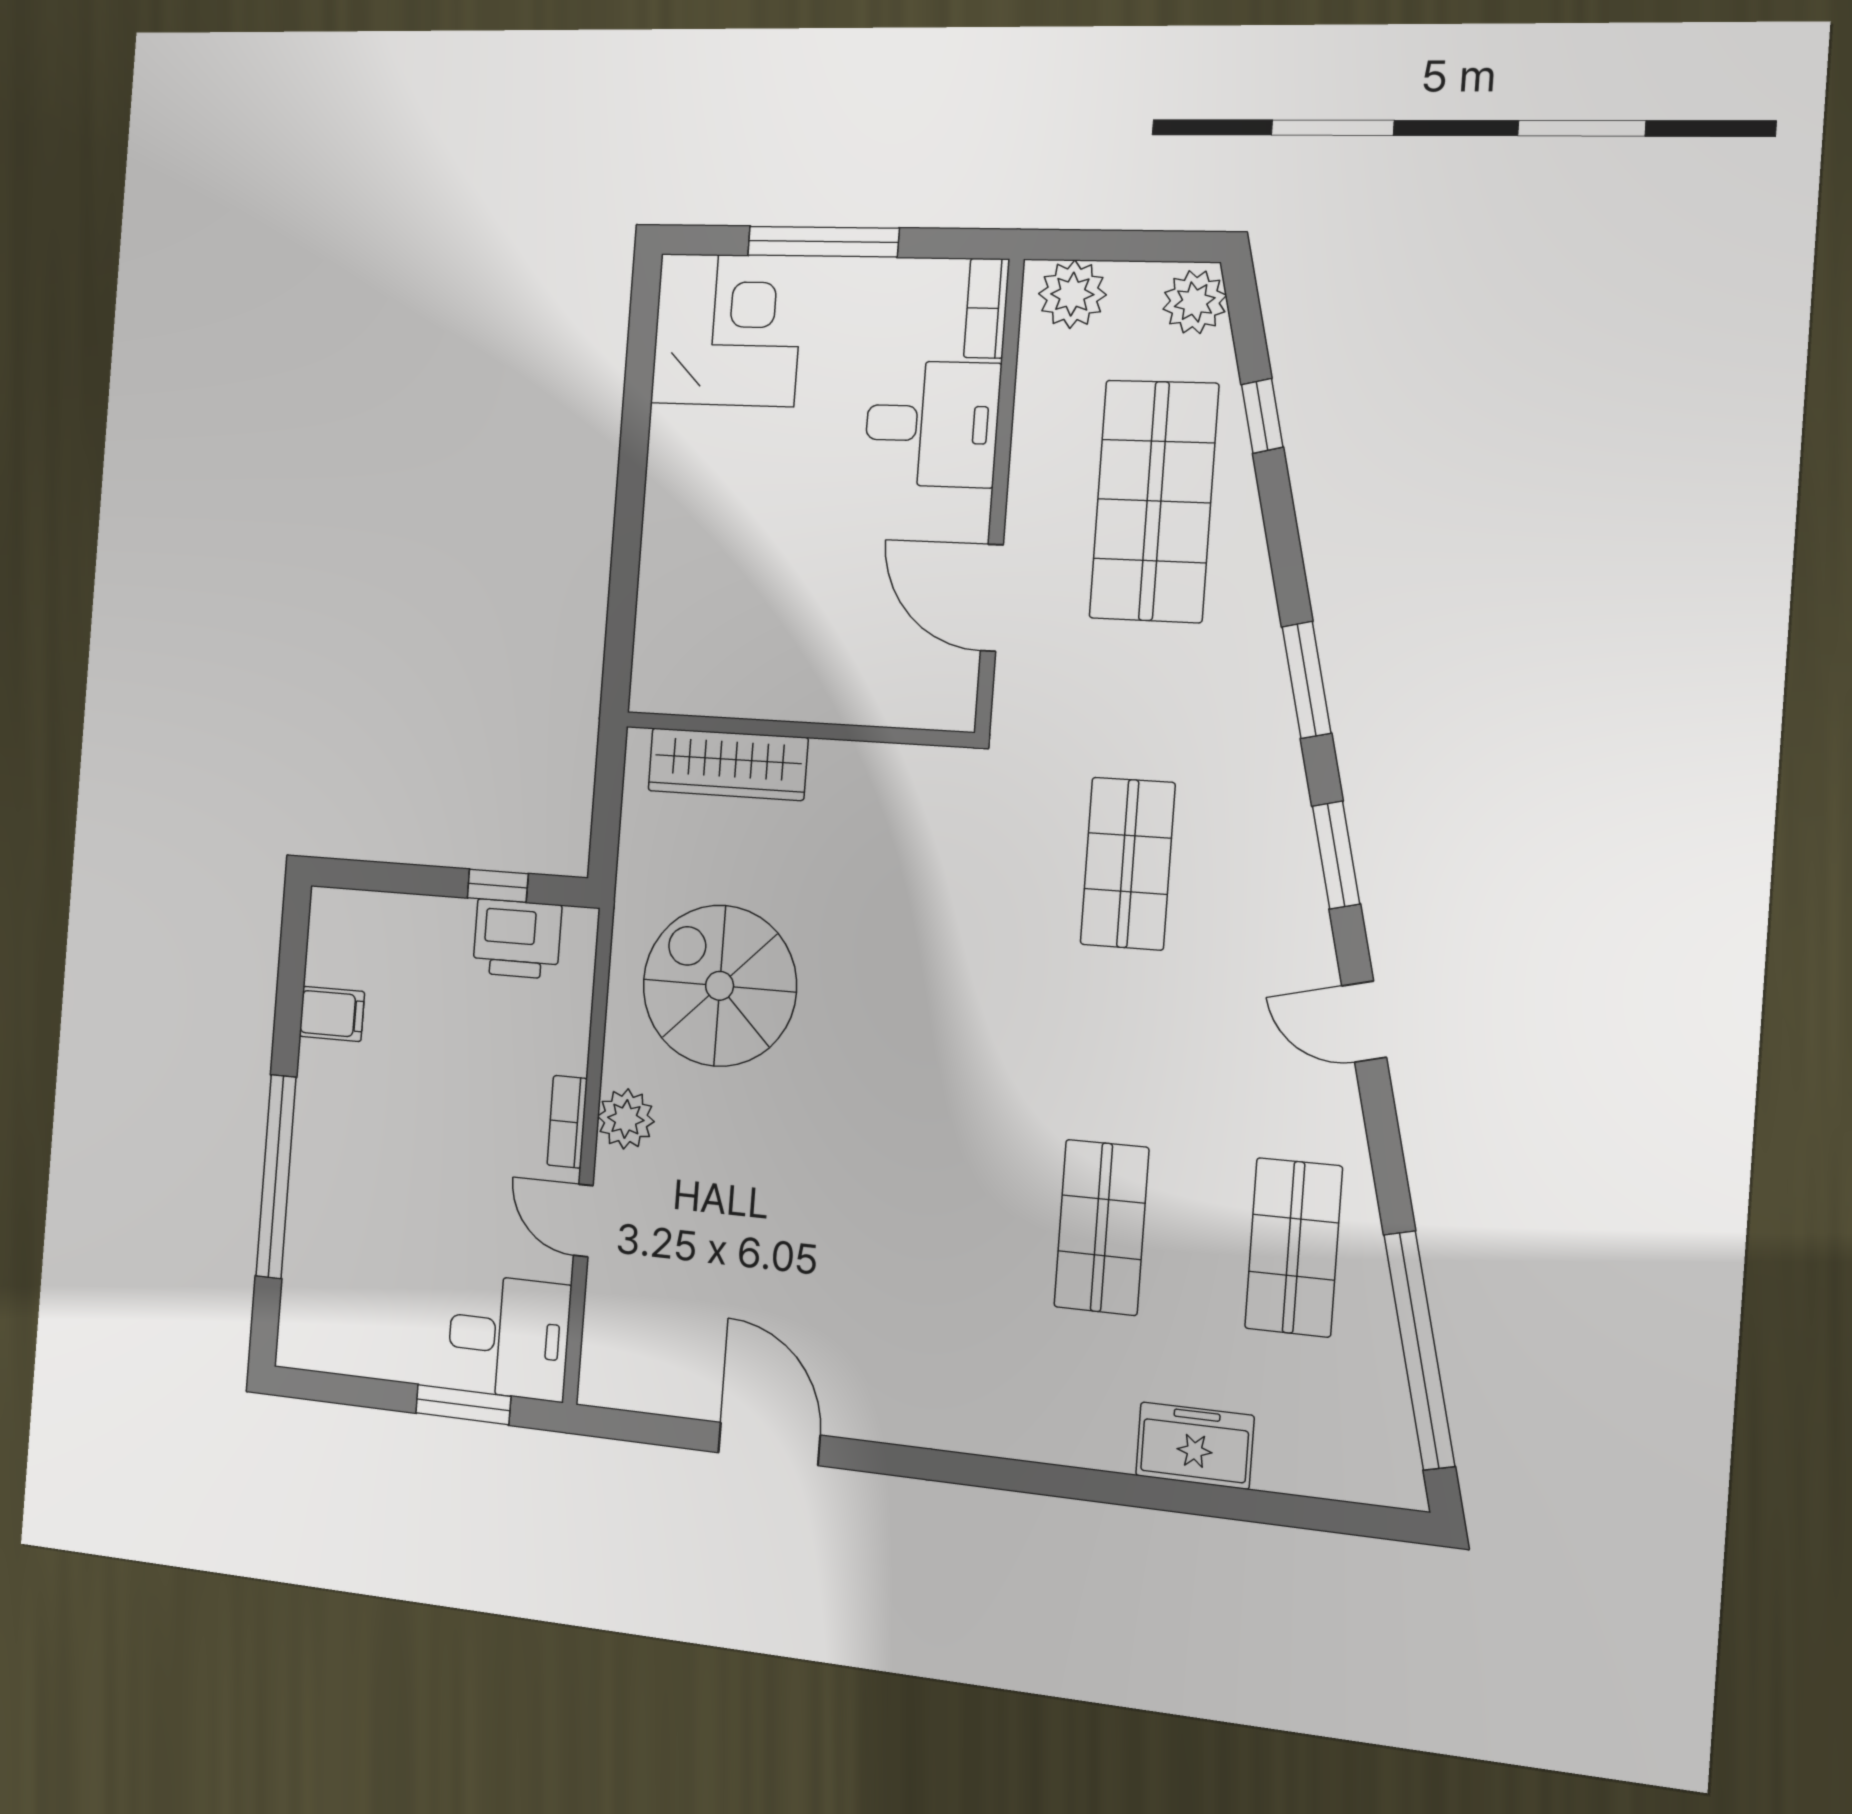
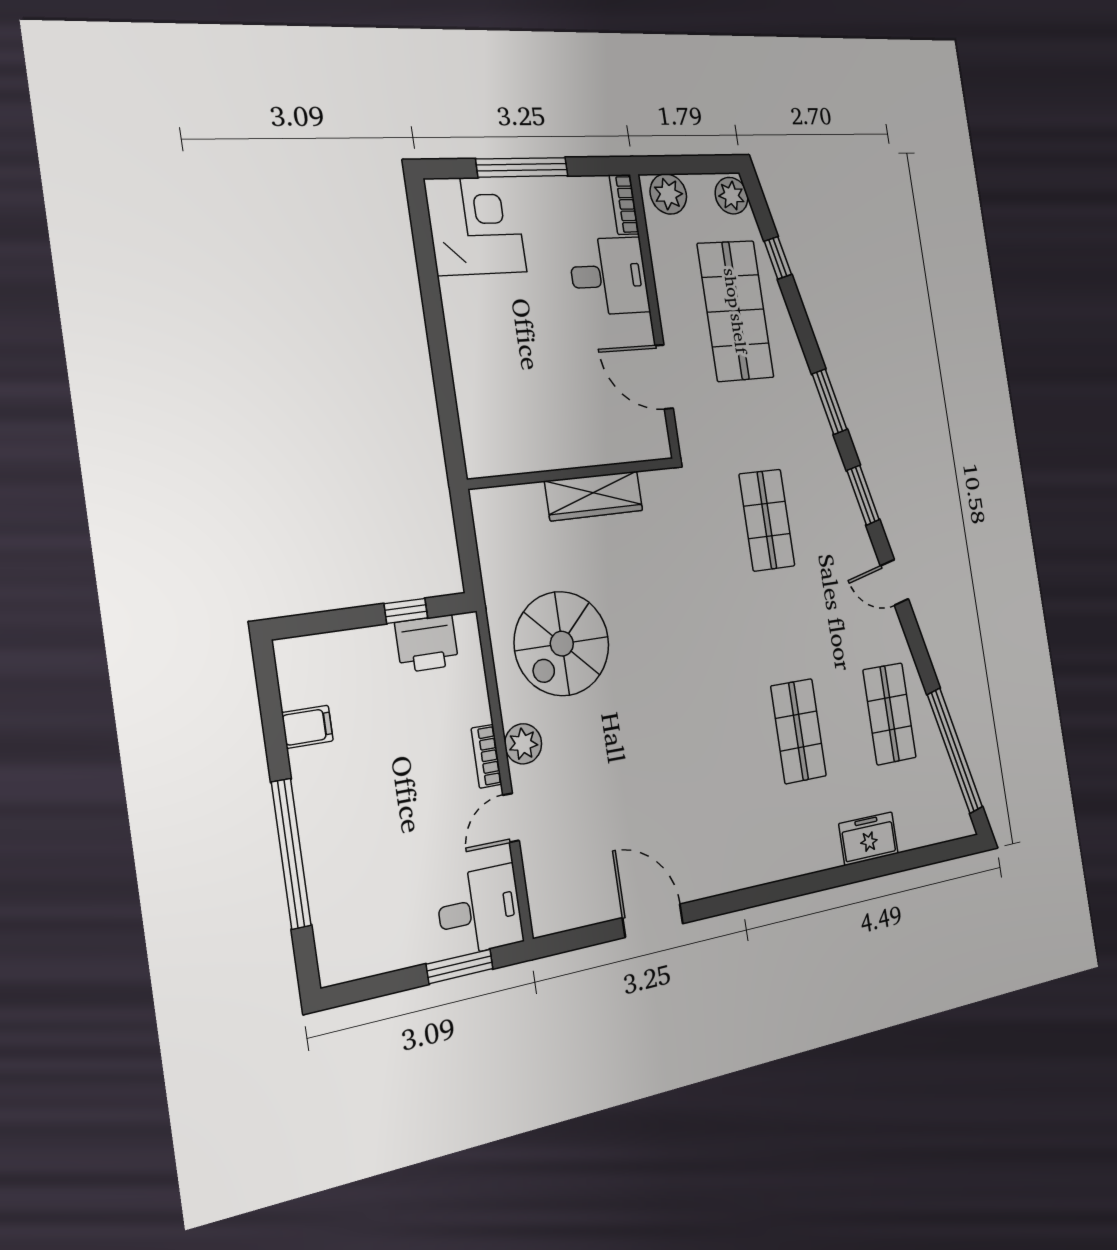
wardrobe: (728, 764) -> (594, 496), moved
spiral stairs: (720, 986) -> (562, 644), turned -90
door: (583, 1221) -> (511, 818), hinge flipped

